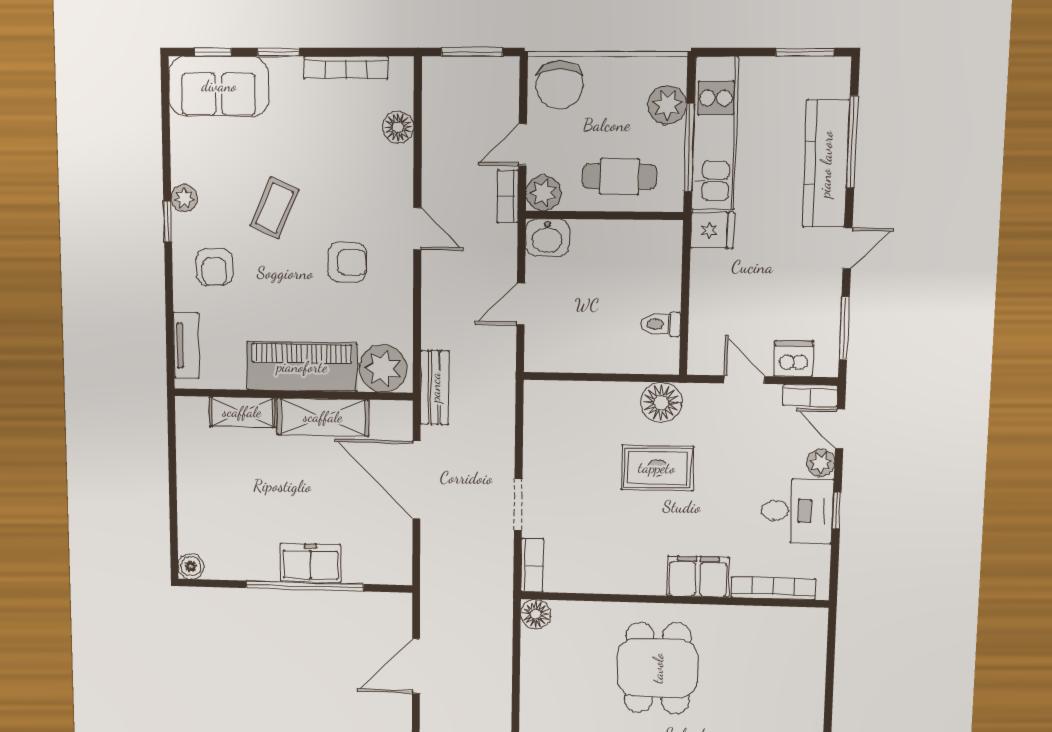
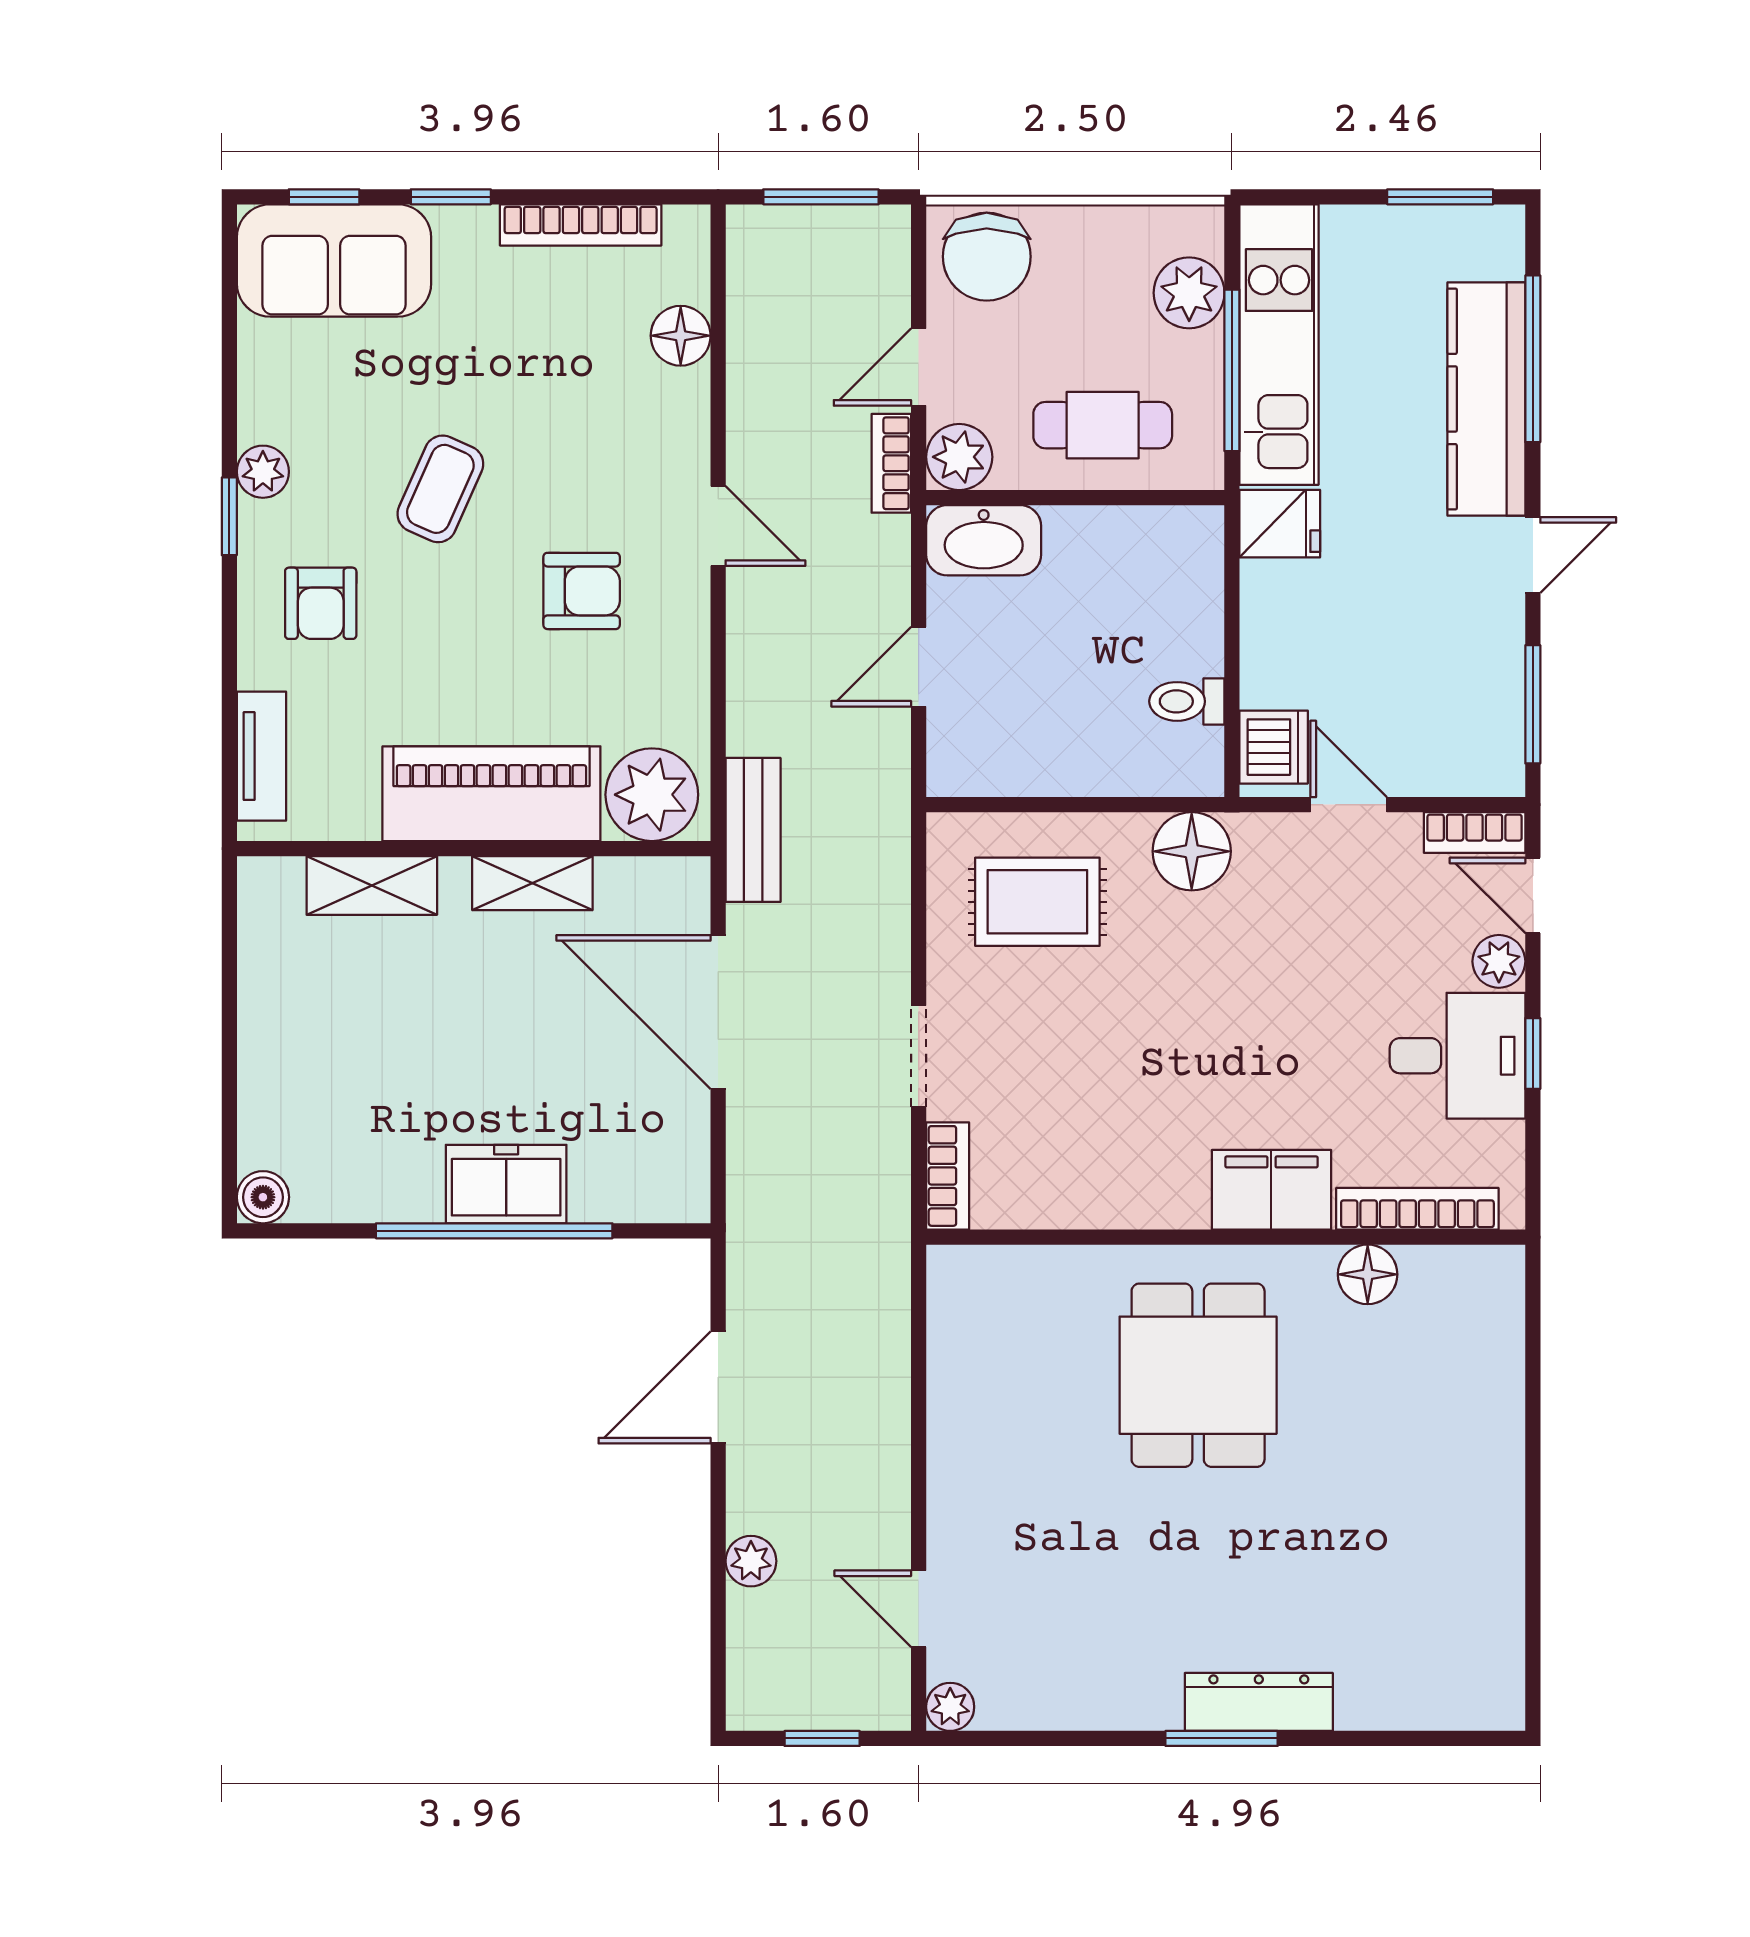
washbasin: (547, 238) -> (984, 540), width x1.38
dishwasher: (794, 359) -> (1274, 747), moved, turned 90
shelving: (323, 417) -> (532, 883), width x0.67, depth x0.75
rug: (657, 468) -> (1037, 902), moved
floor lamp: (536, 614) -> (1368, 1274), moved

